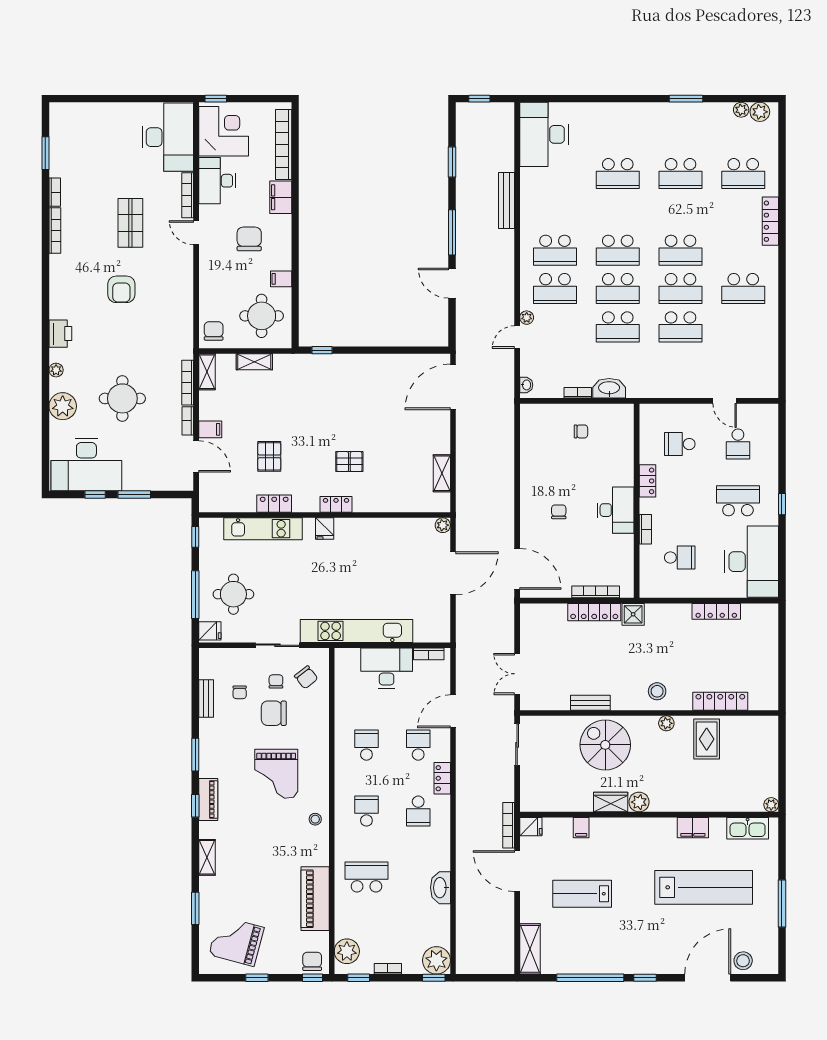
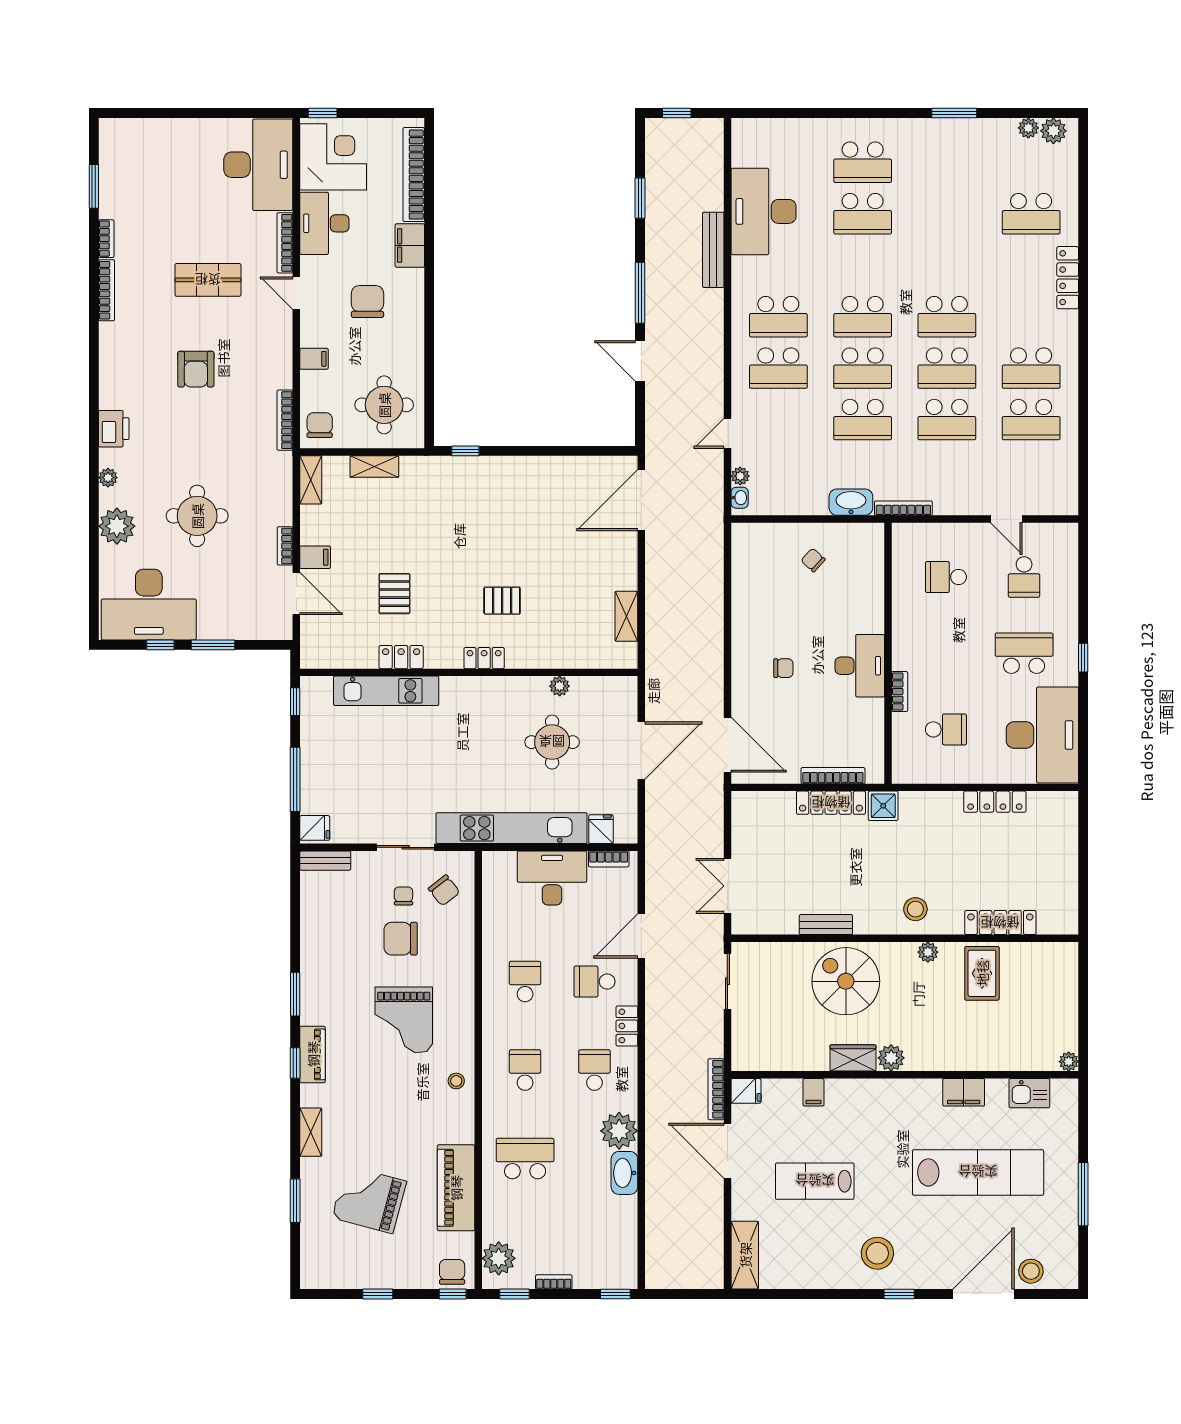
desk: (544, 134) -> (763, 211), moved
school desk: (680, 174) -> (863, 162), moved
shop shelf: (130, 223) -> (208, 280), turned 90
filing cabinet: (281, 279) -> (314, 359), moved, turned 180
plant: (527, 318) -> (740, 476), moved
school desk: (743, 327) -> (1031, 420), added
bookcase: (188, 383) -> (285, 420), moved
bookcase: (578, 393) -> (903, 508), moved, width x1.56
chair: (581, 431) -> (813, 560), turned -138
locker: (648, 481) -> (903, 627), removed
chair: (559, 512) -> (783, 668), turned 90
plant: (443, 525) -> (560, 686), moved
fridge: (325, 528) -> (601, 829), moved, turned 180
round table: (233, 594) -> (552, 742), moved
chair: (240, 692) -> (355, 911), removed
bench: (206, 699) -> (325, 861), moved, turned 90
school desk: (418, 745) -> (594, 982), turned -90
school desk: (418, 811) -> (594, 1070), turned 180
kitchen sink: (748, 828) -> (1029, 1093), width x0.73
grand piano: (236, 941) -> (369, 1200), moved
stool: (629, 947) -> (877, 1253), added
plant: (436, 960) -> (619, 1131), moved
window: (590, 978) -> (826, 1294), removed

